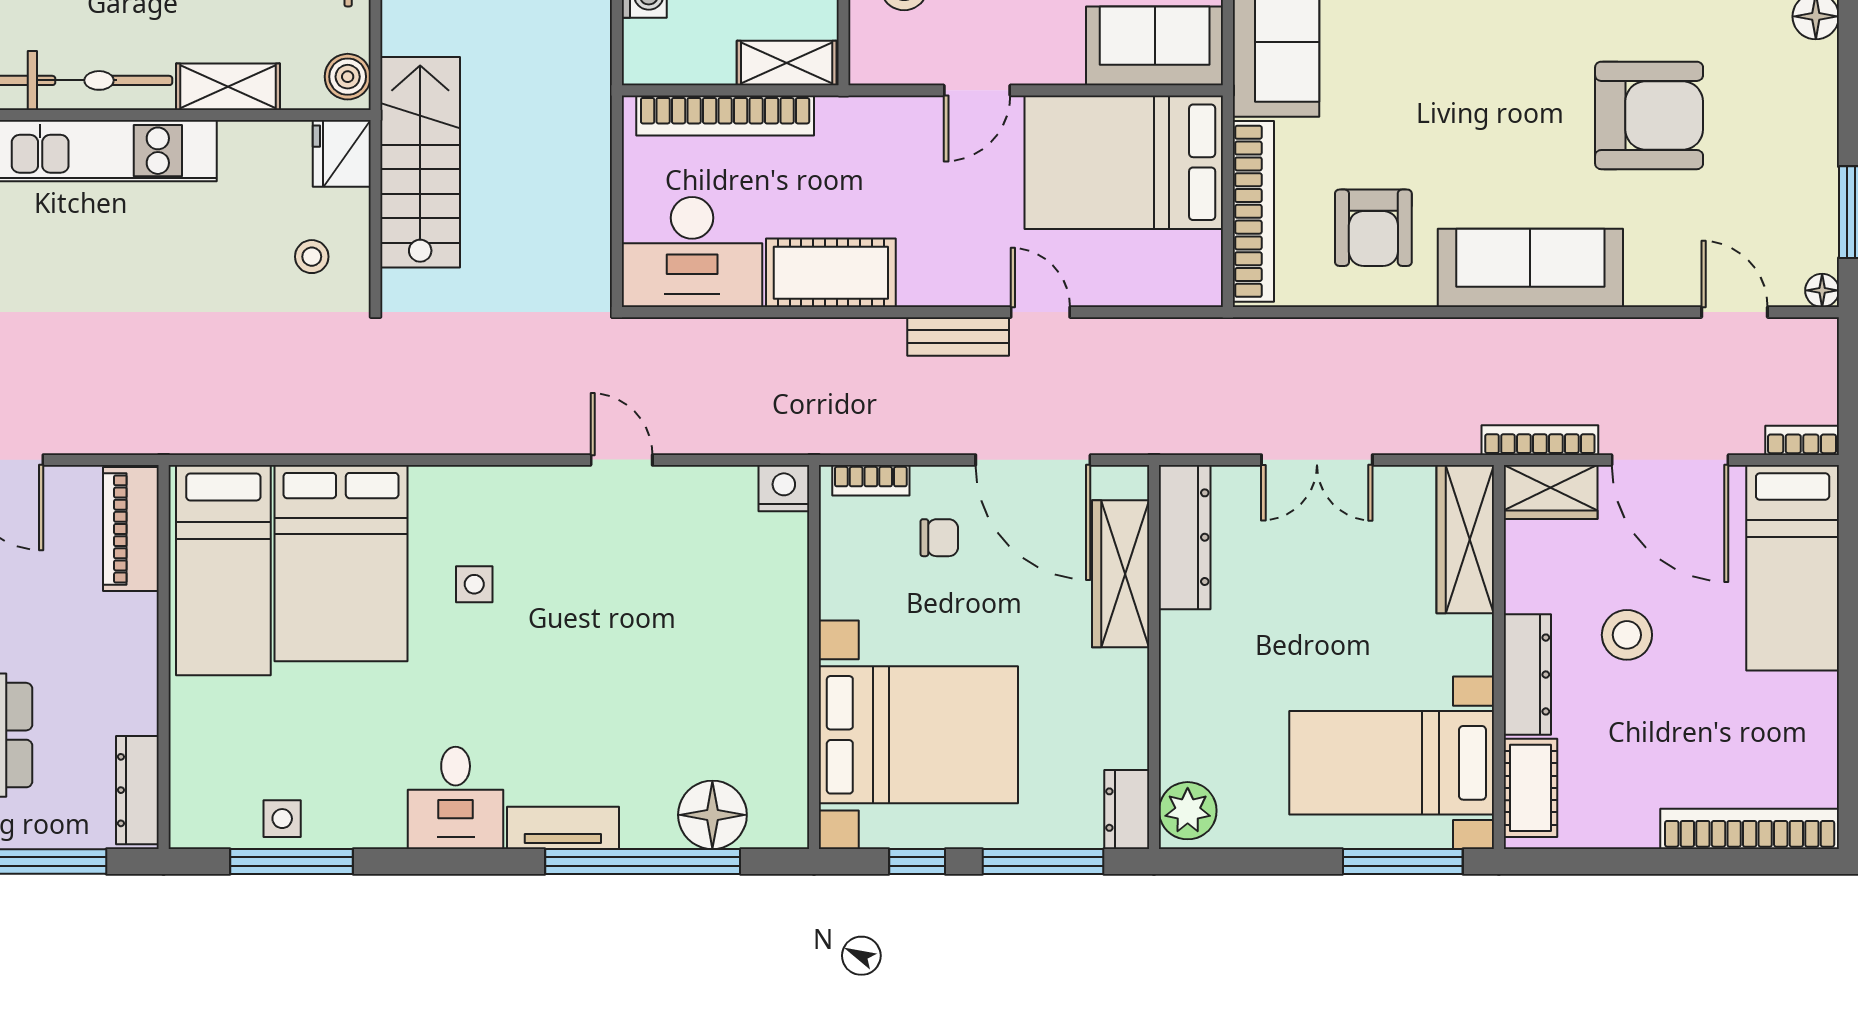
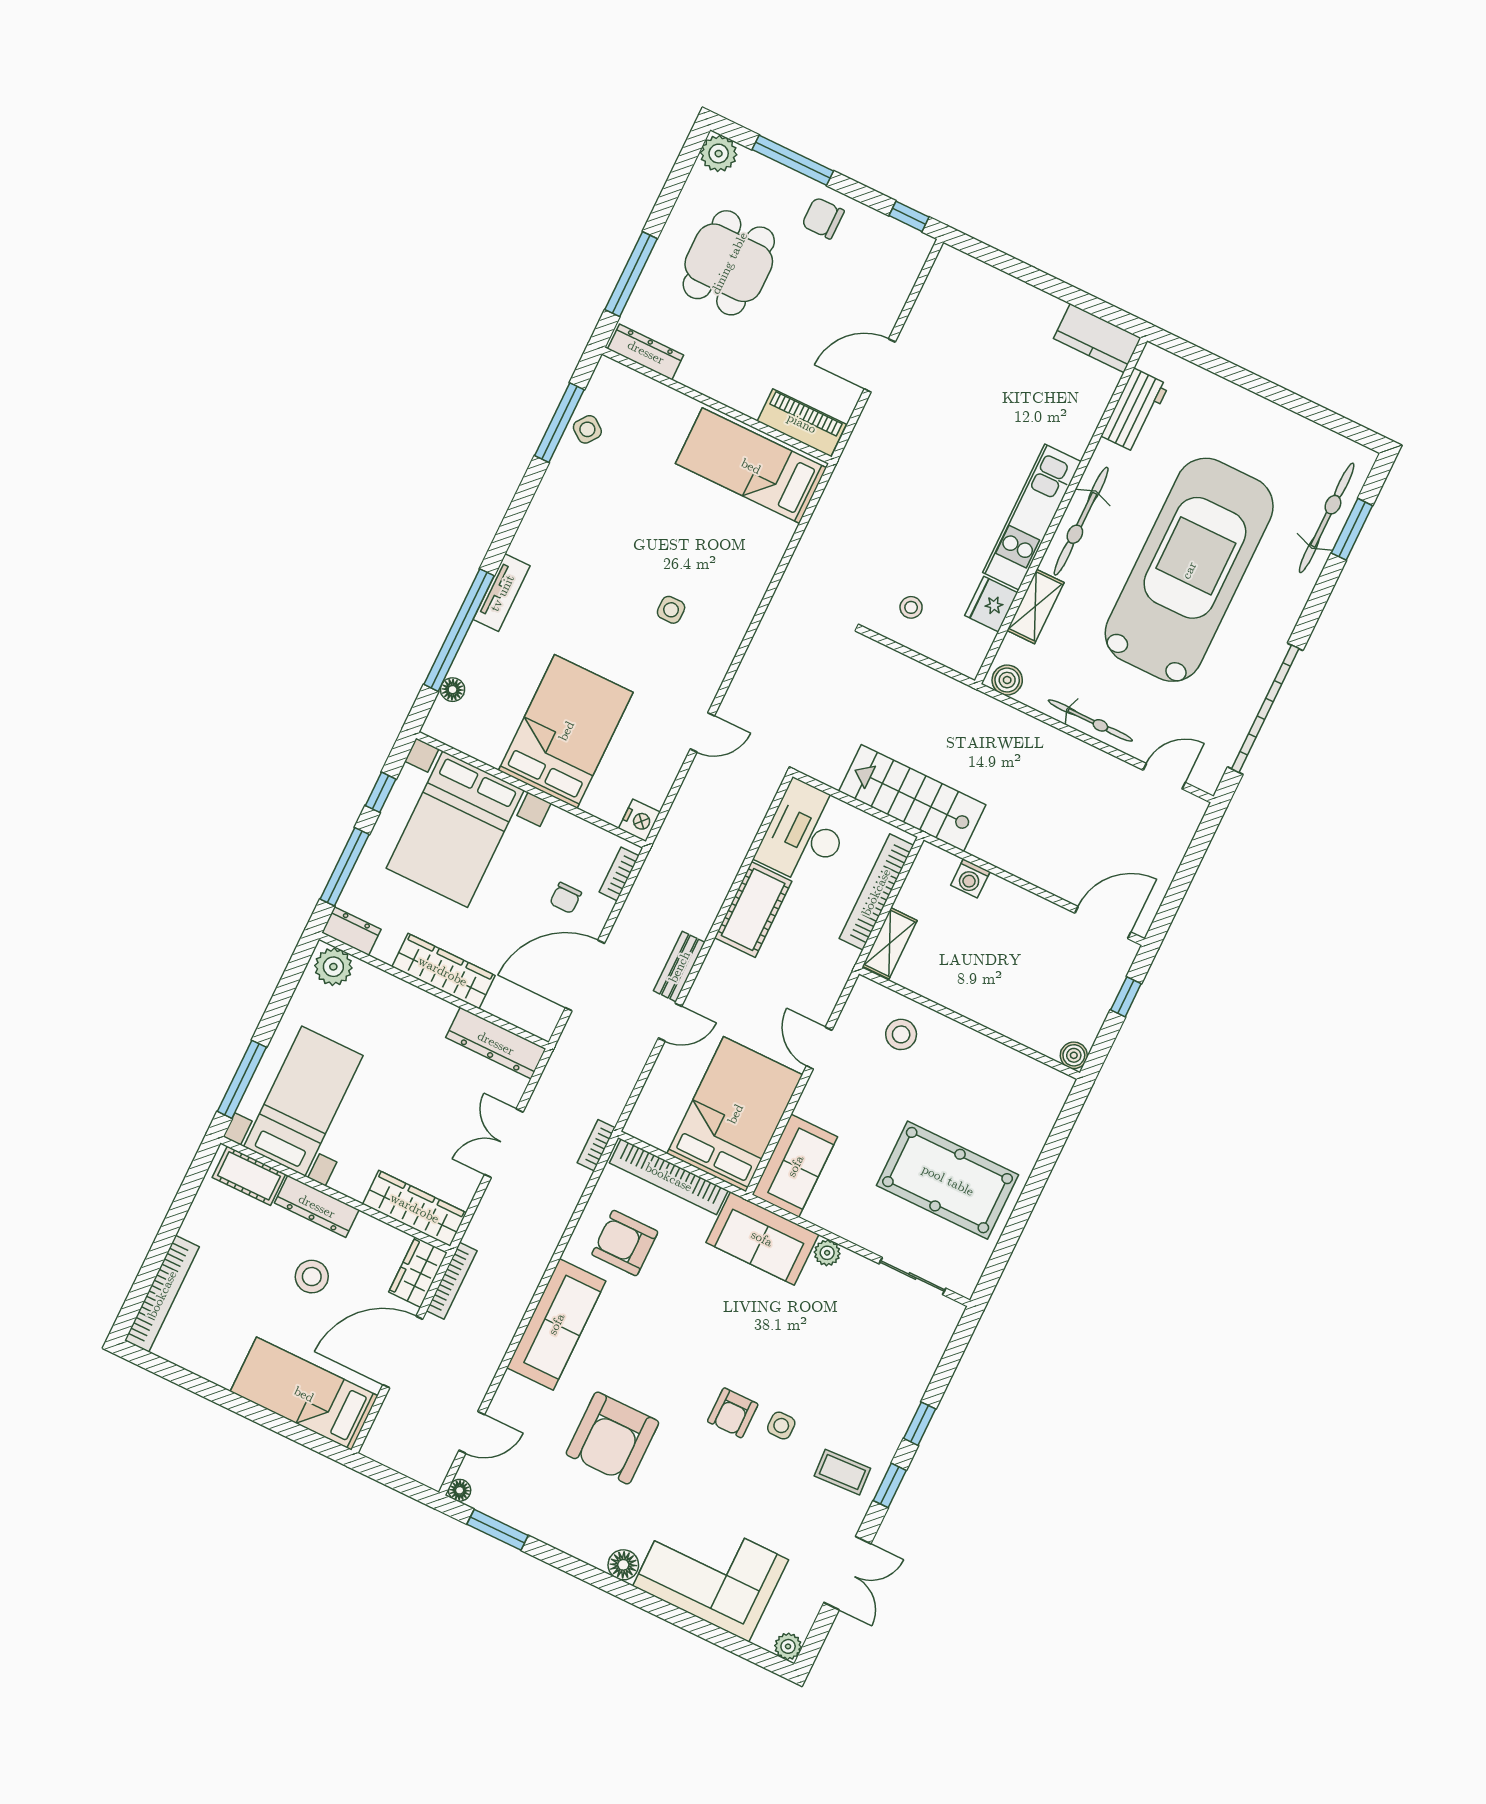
fridge: (342, 153) -> (991, 604), moved, turned -90
stairs: (420, 162) -> (912, 798), moved, turned 180
bookcase: (1802, 440) -> (596, 1145), moved, turned 180
bed: (341, 563) -> (566, 731), moved, turned 90
wardrobe: (1121, 574) -> (443, 971), moved
desk: (456, 798) -> (550, 538), removed
floor lamp: (712, 815) -> (453, 690), width x0.53, depth x0.53
side table: (282, 819) -> (587, 429), turned 37

